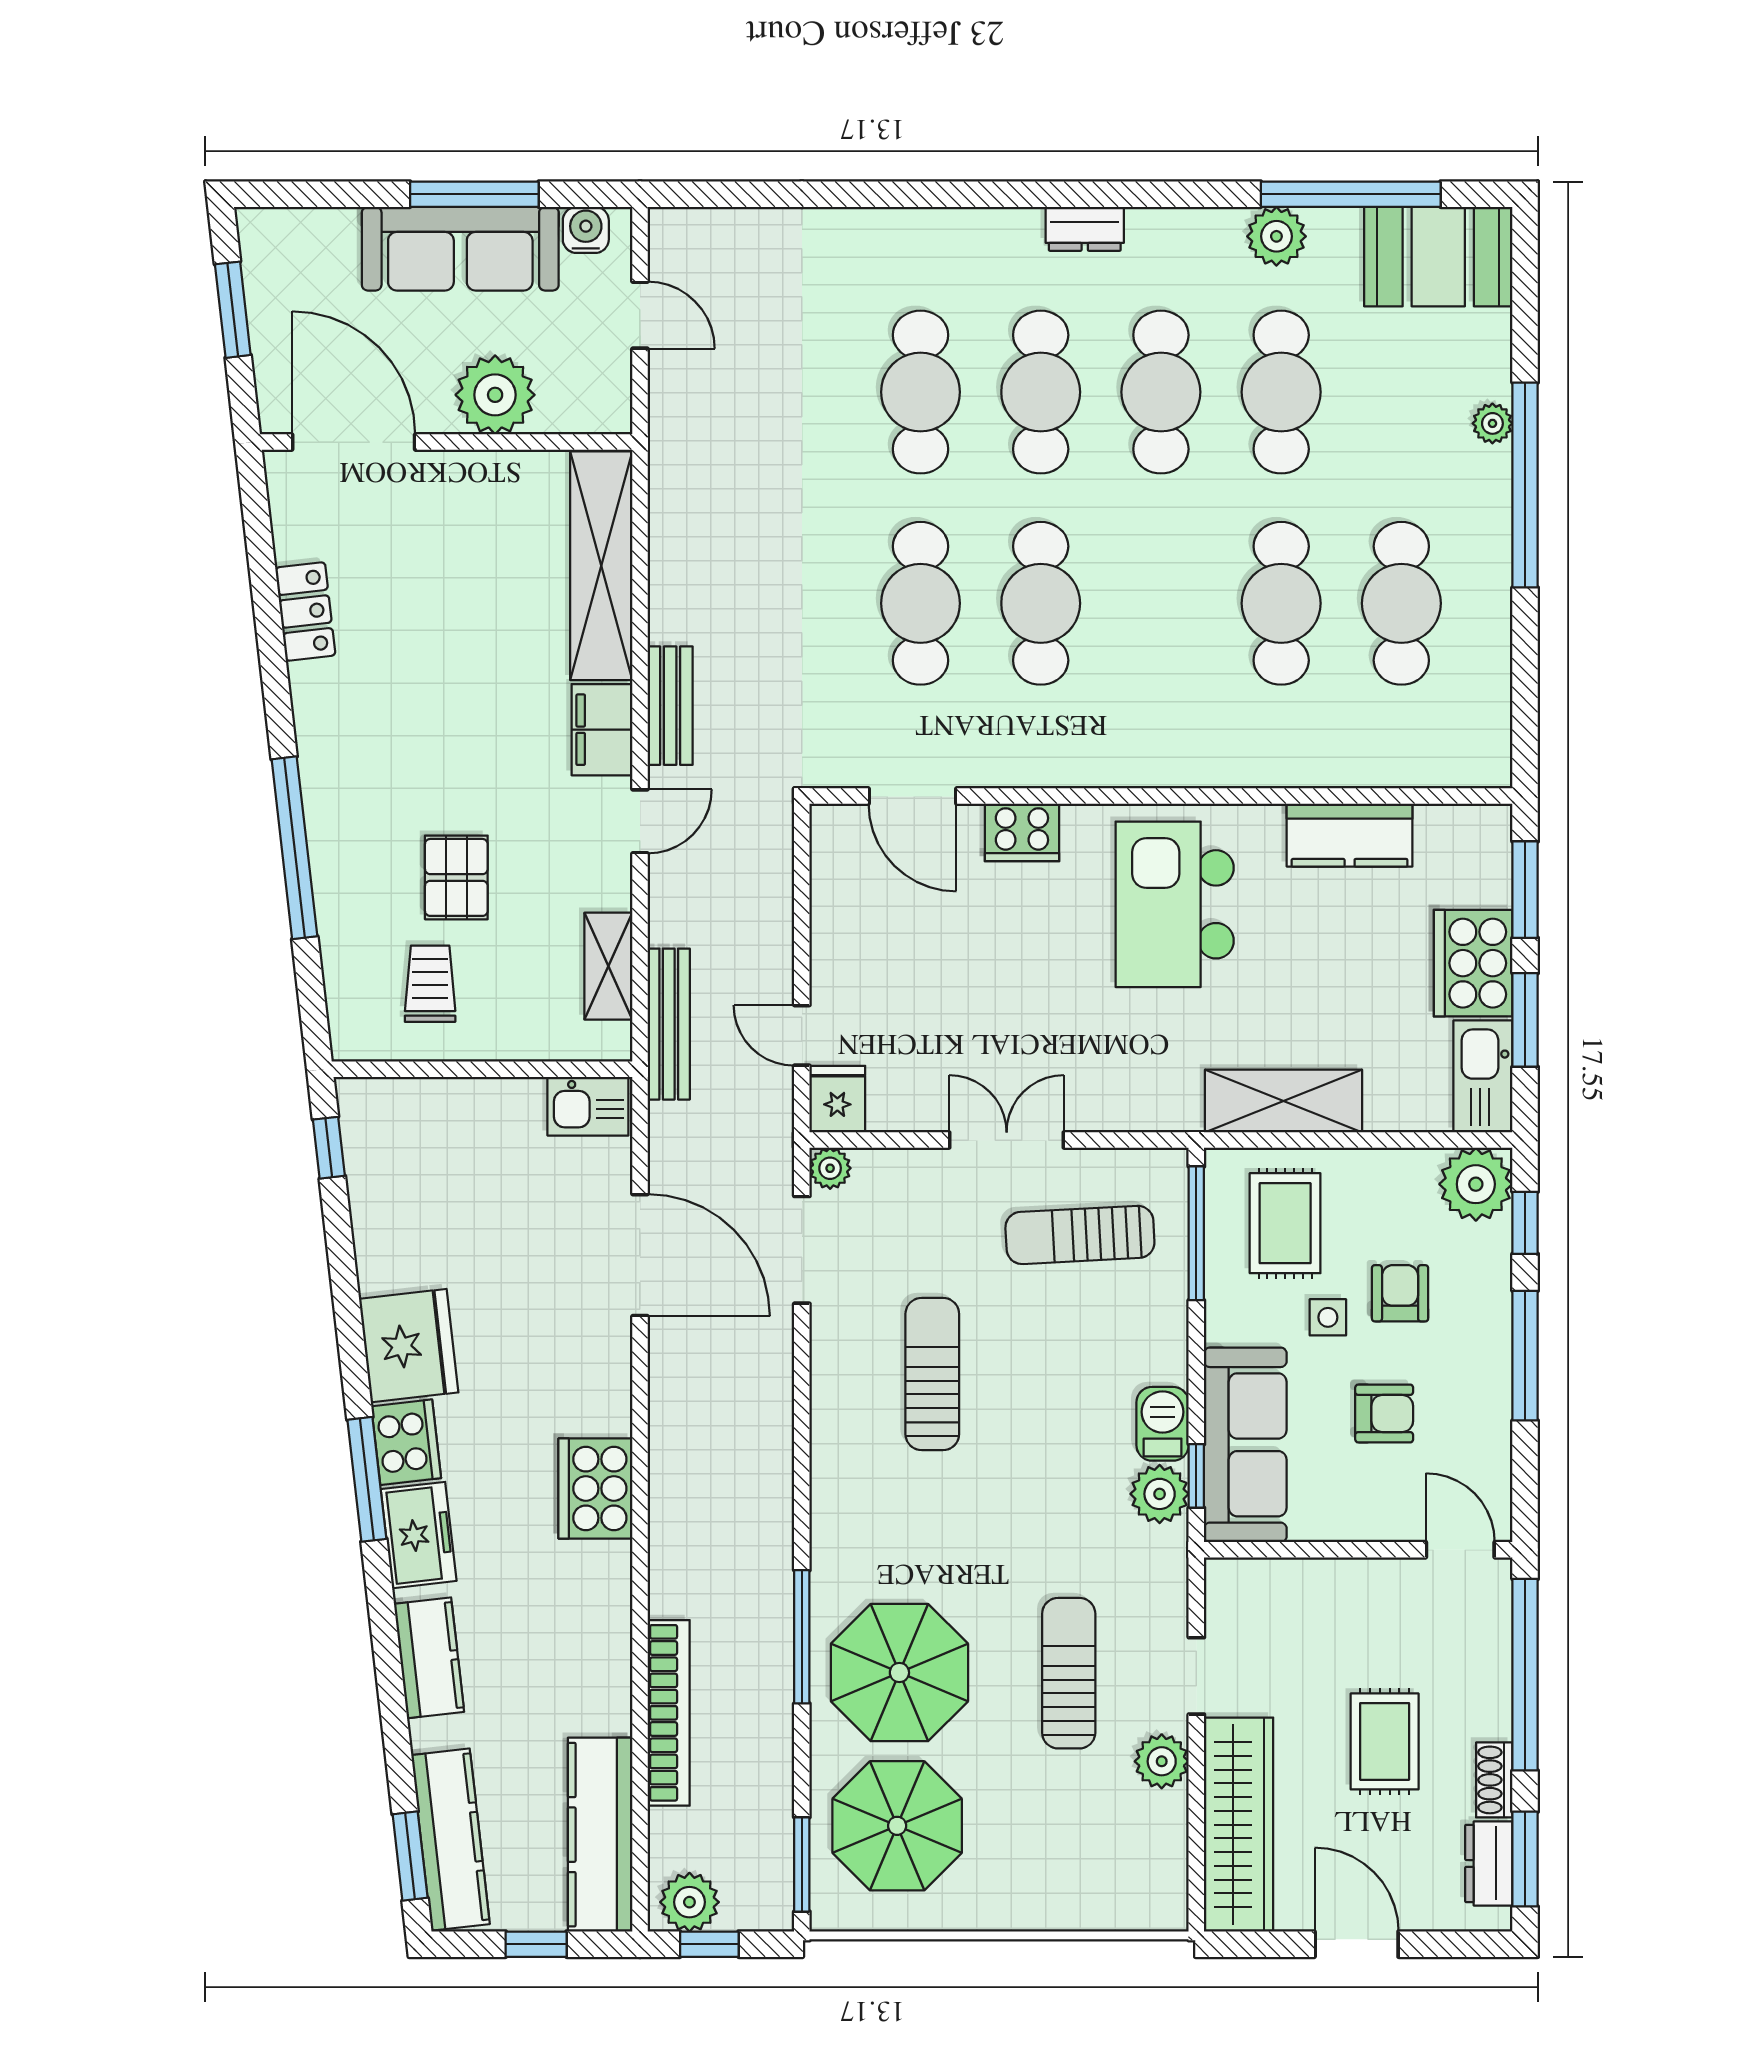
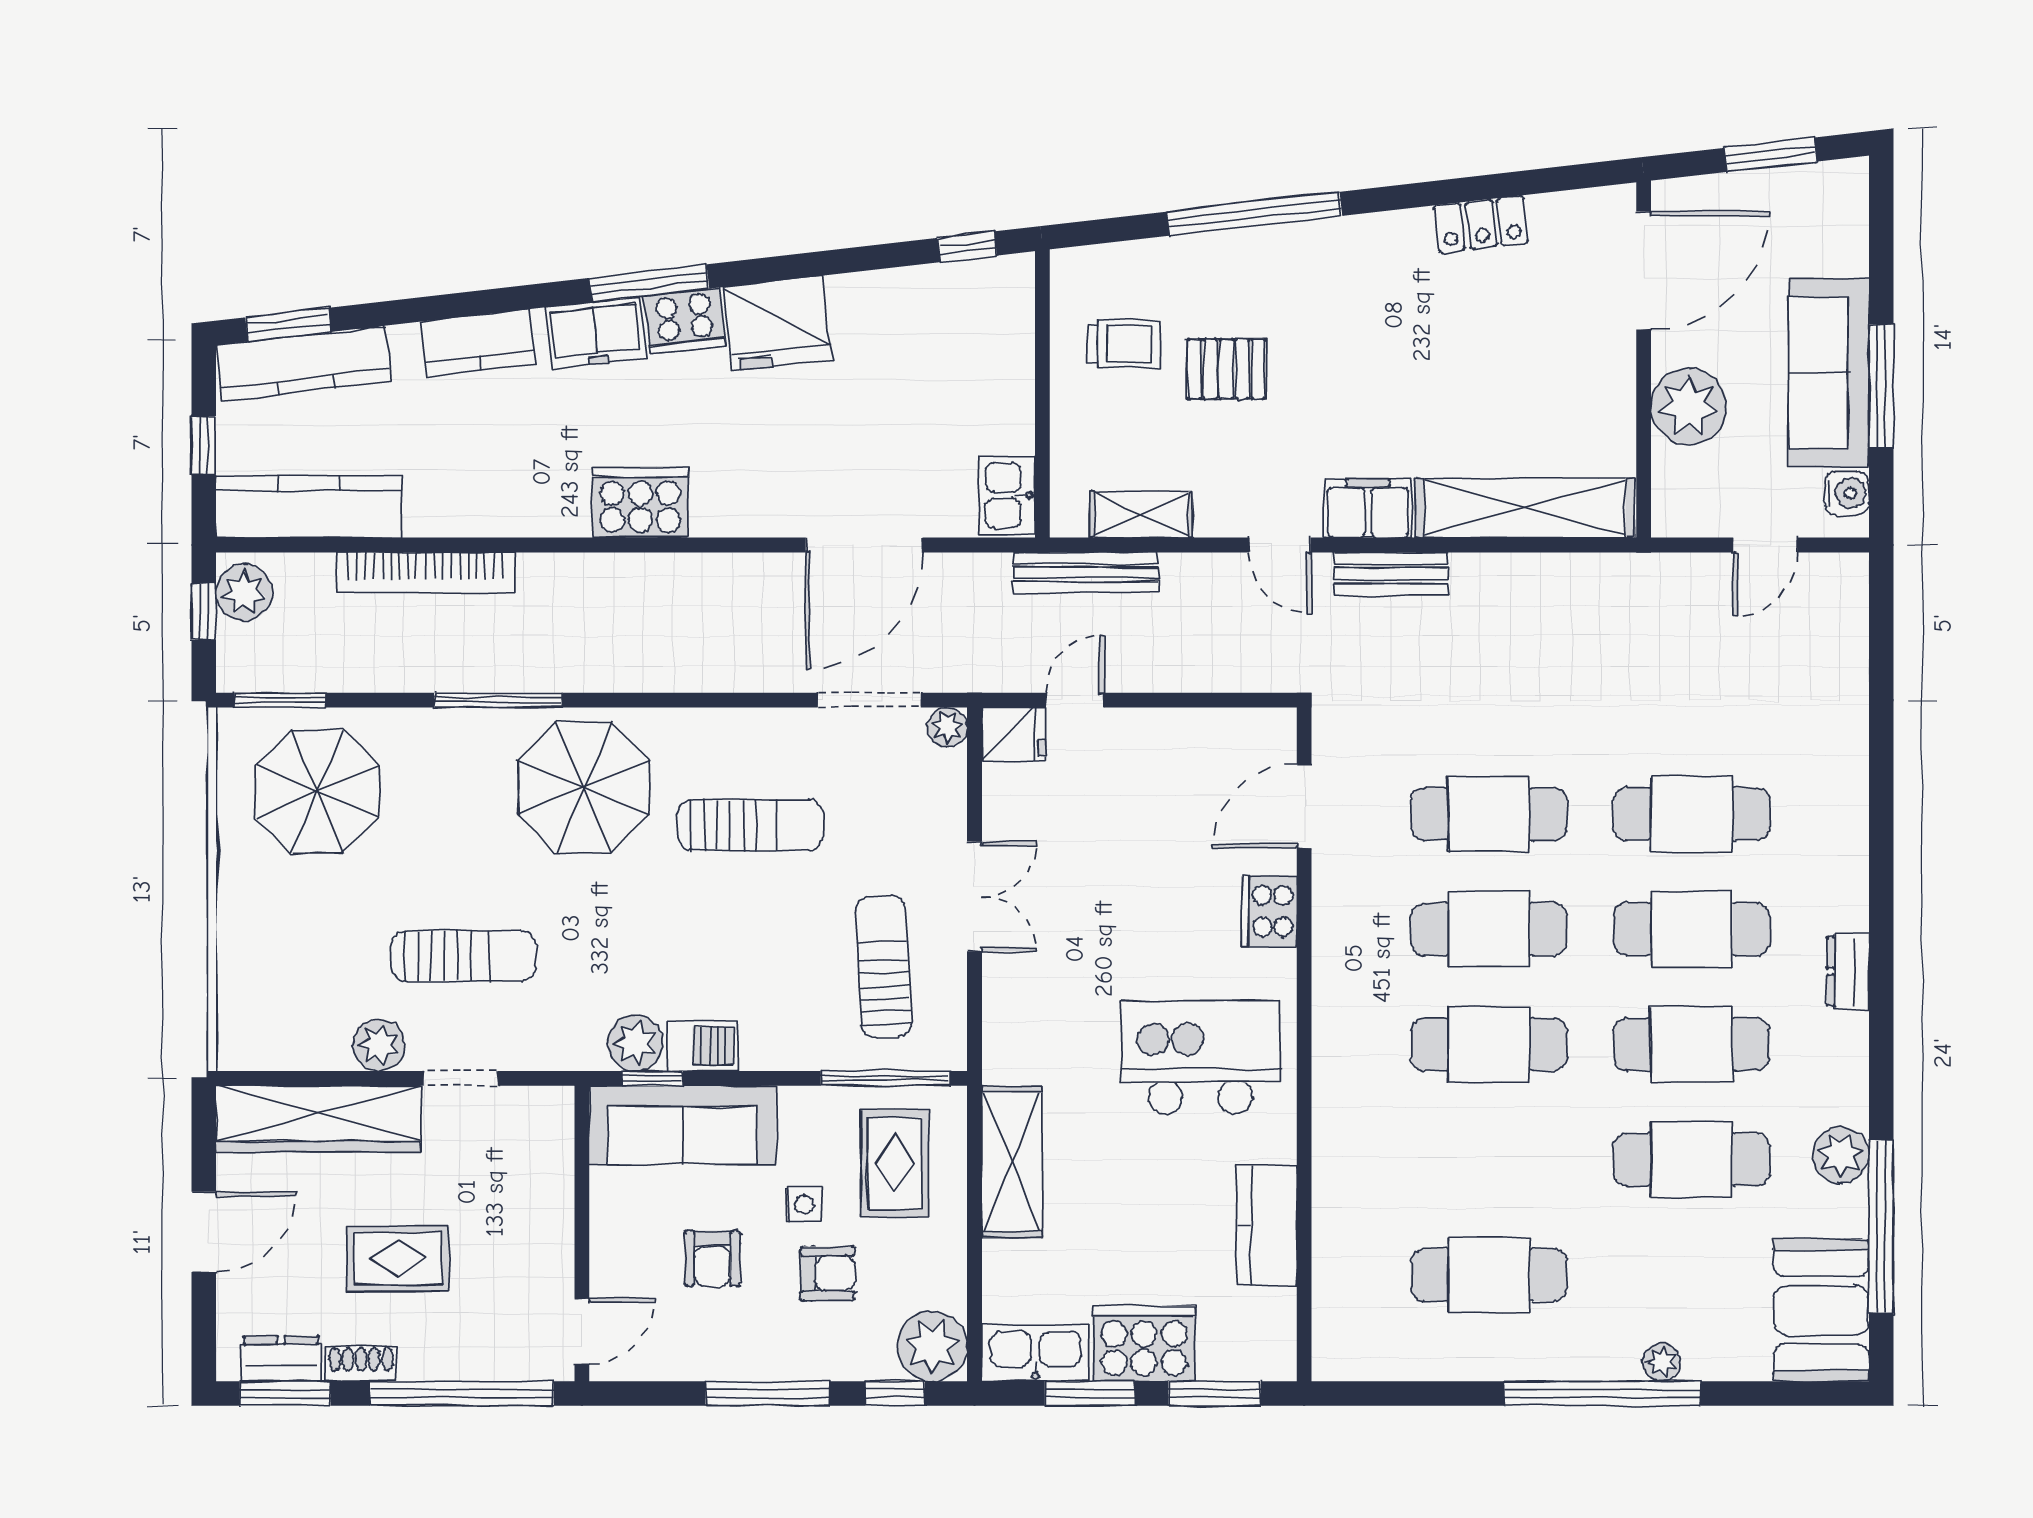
cafe table: (1281, 603) -> (1489, 1044), moved
rug: (1285, 1223) -> (895, 1163), turned 90
parasol: (899, 1673) -> (584, 787), moved

